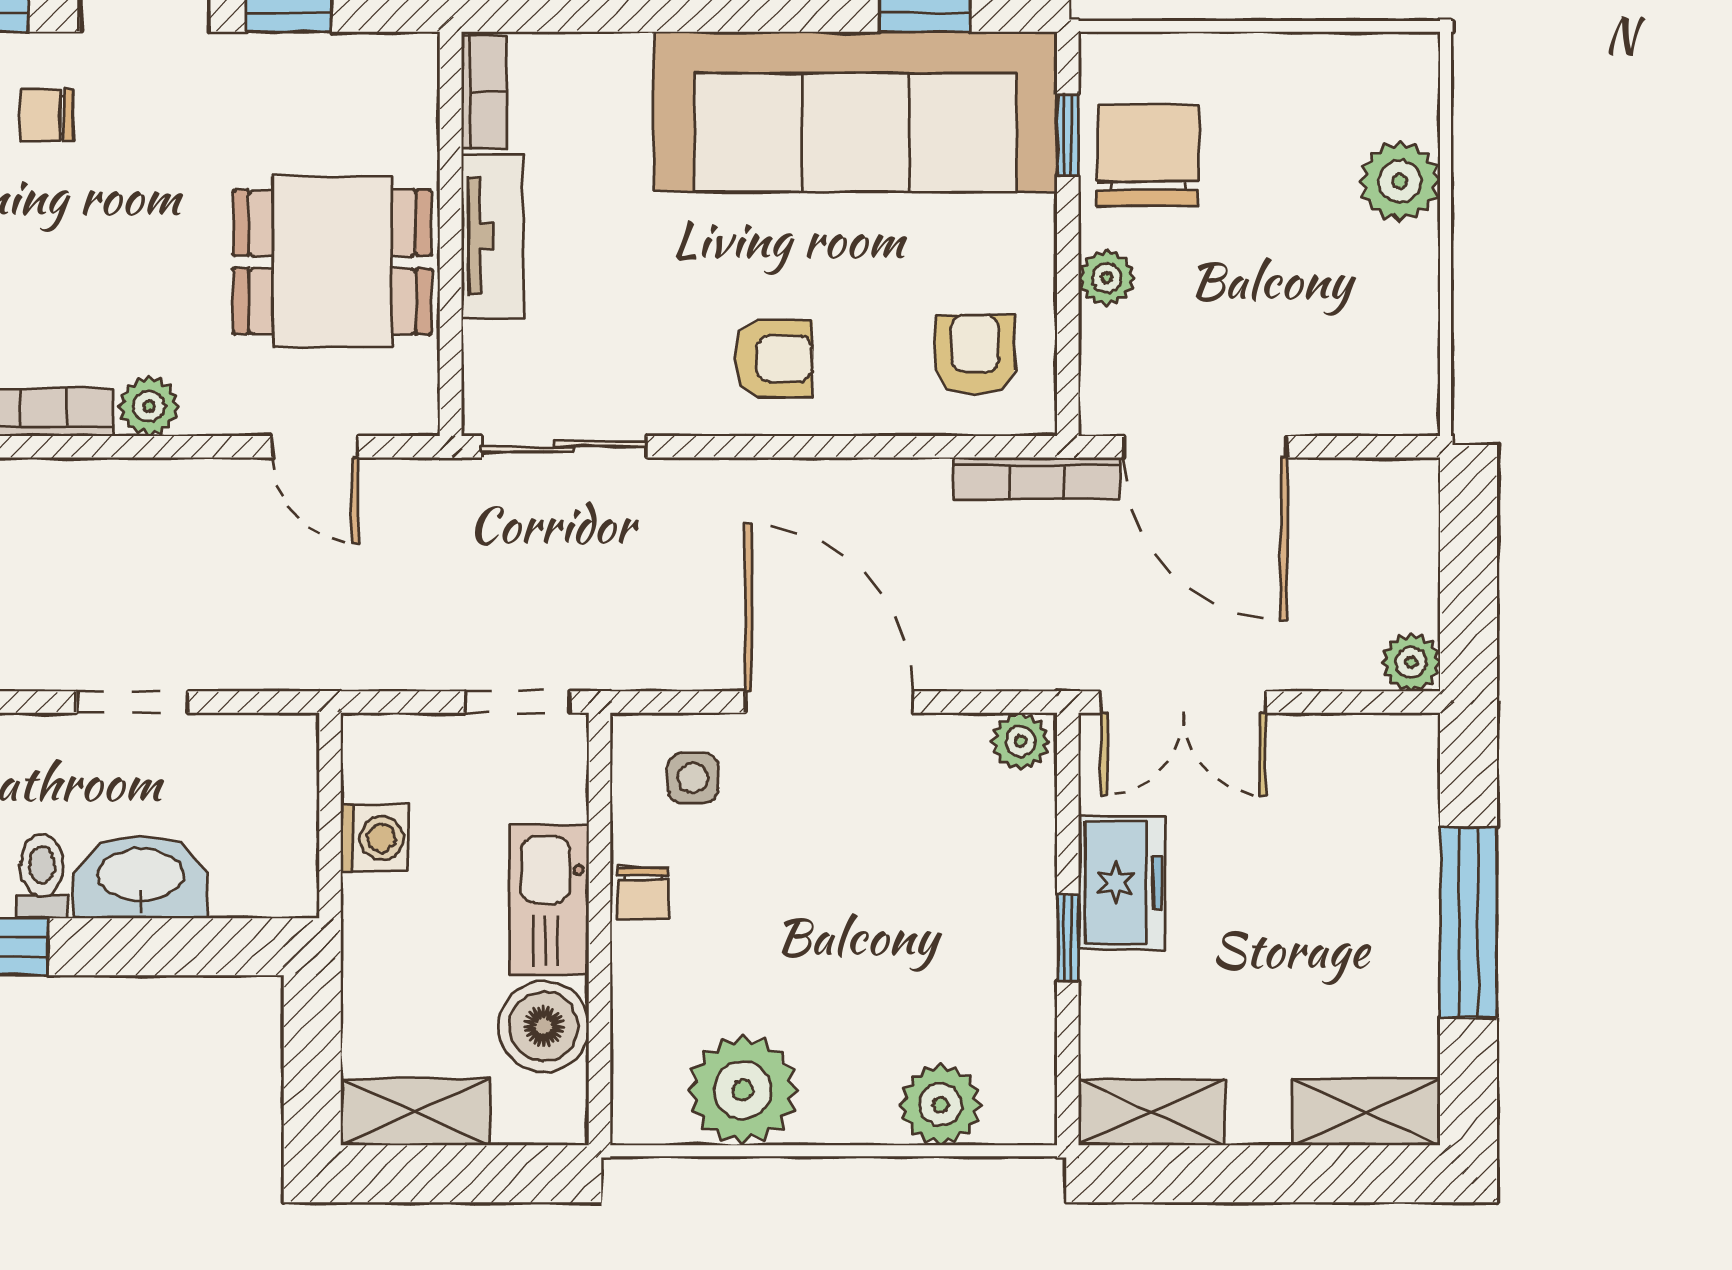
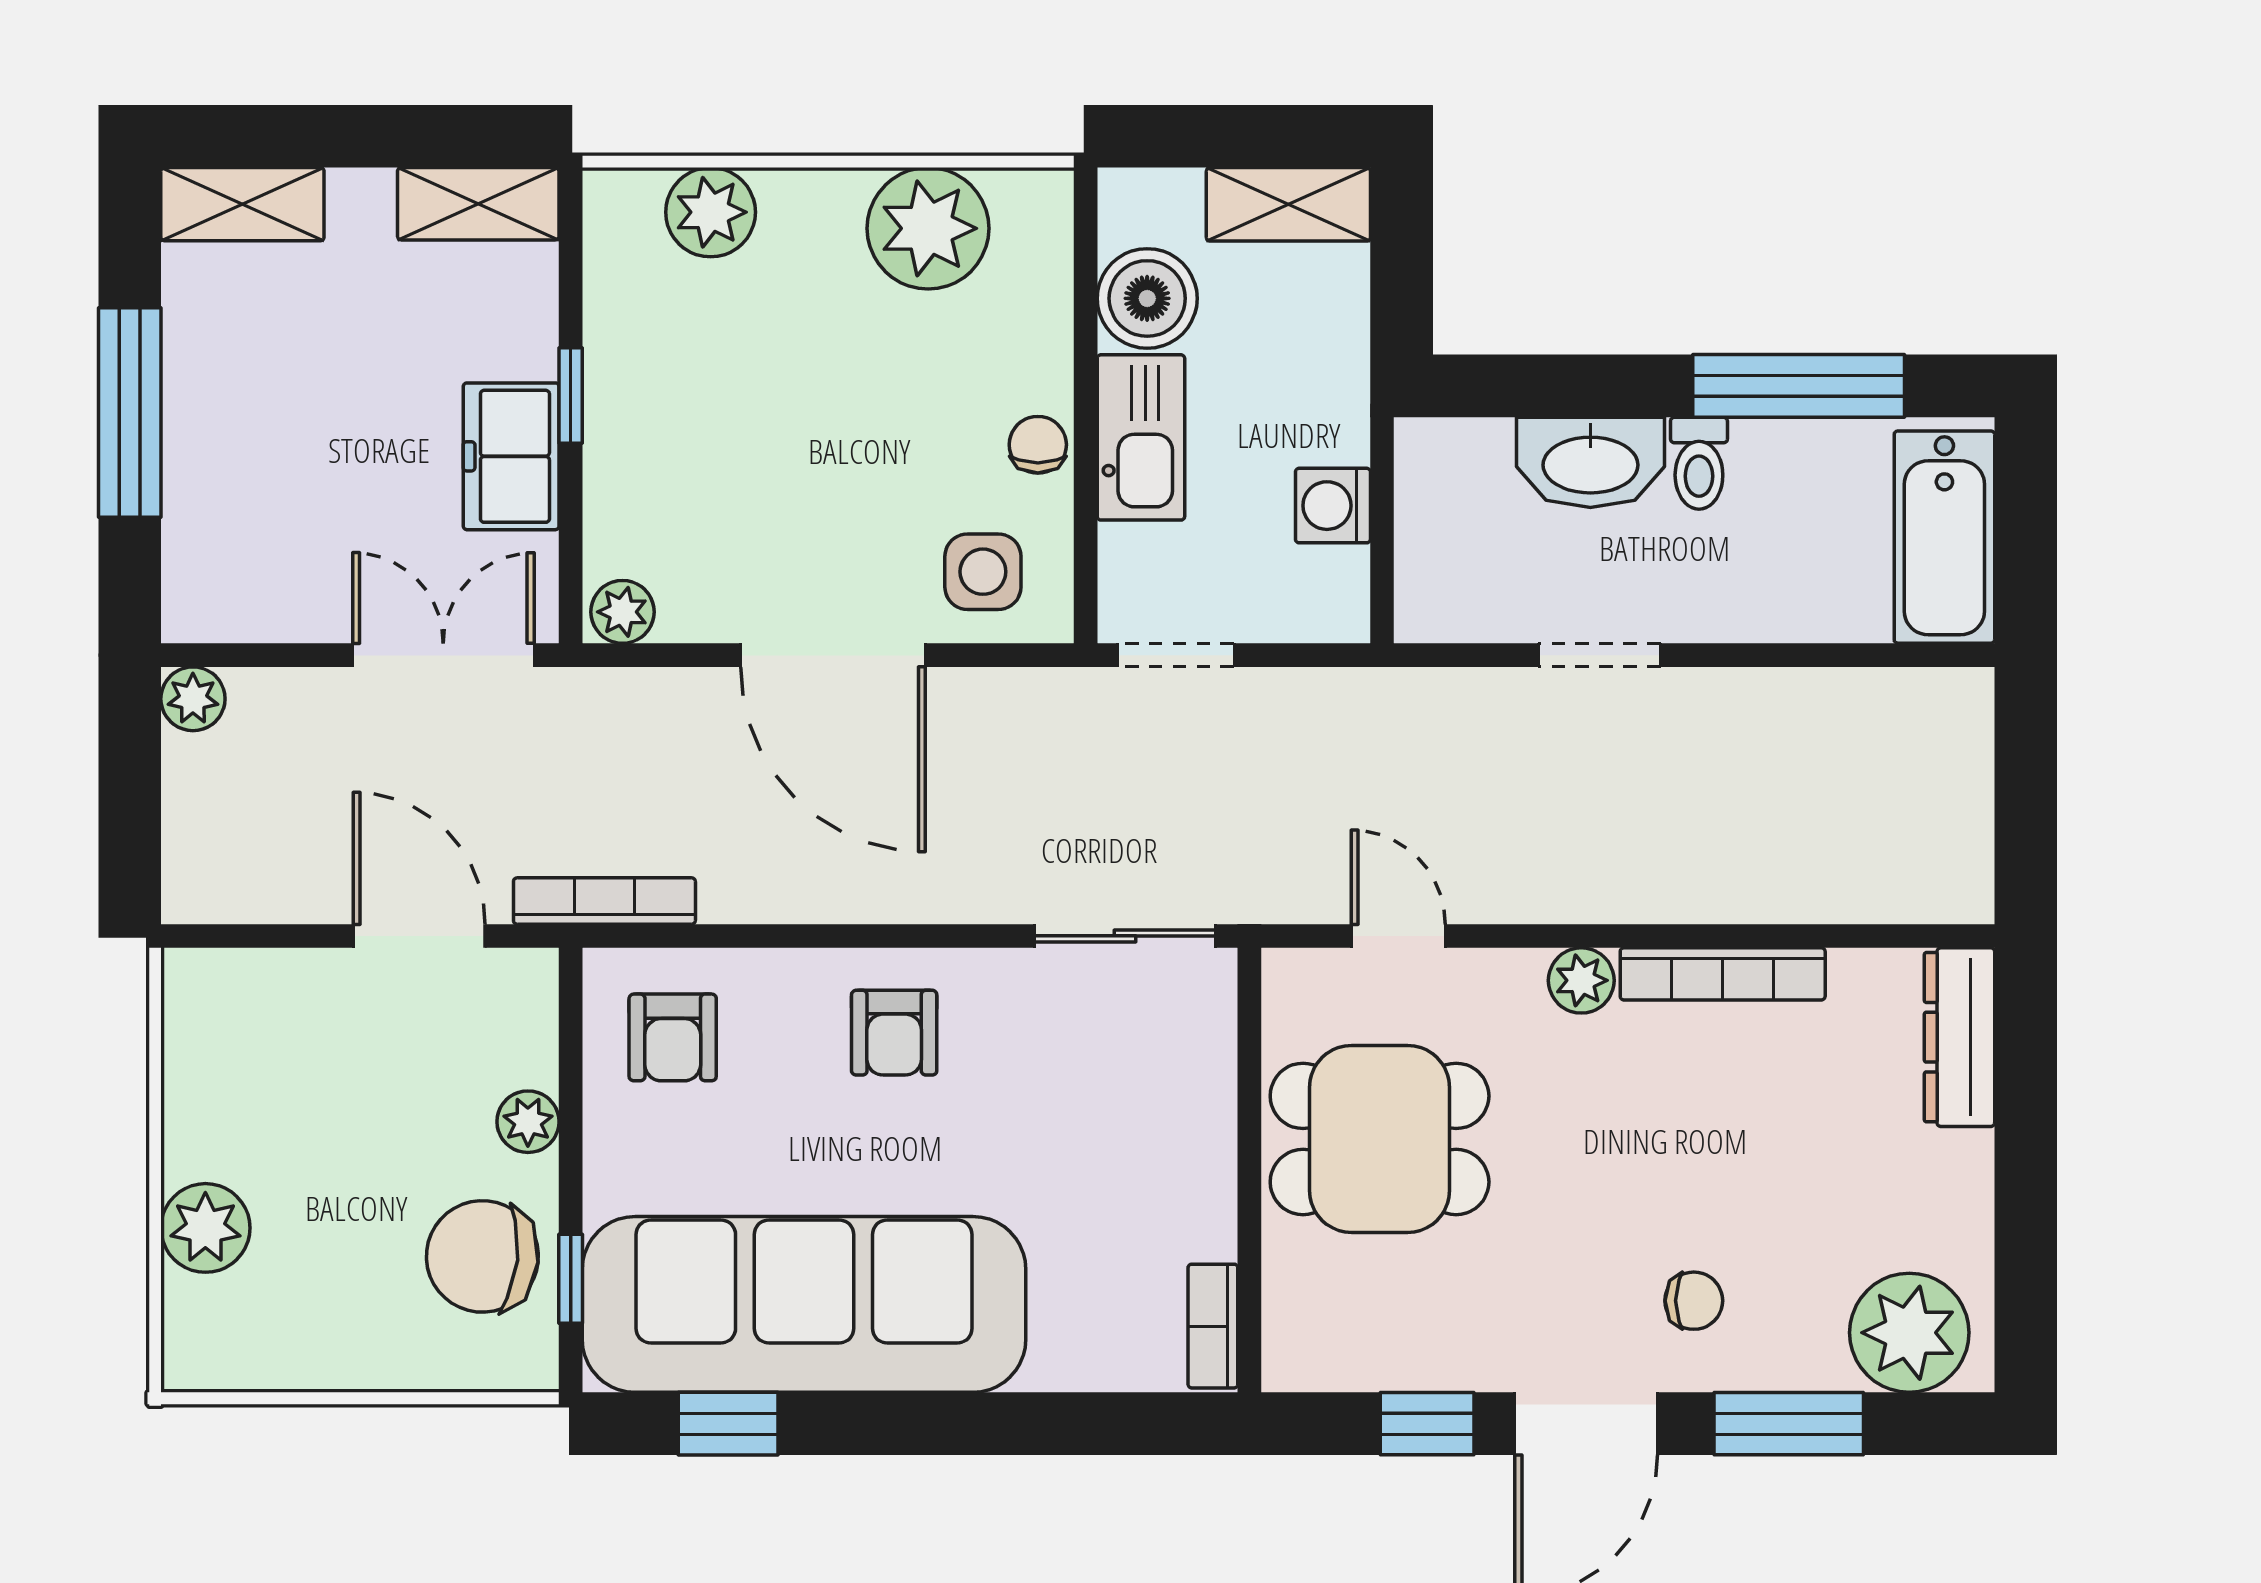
chair: (1148, 155) -> (482, 1256), turned 96
tv unit: (492, 236) -> (1203, 1168), removed
armchair: (774, 359) -> (894, 1033), turned -90
door: (1205, 447) -> (419, 936), width x0.73
side table: (693, 778) -> (983, 572), width x1.37, depth x1.37

